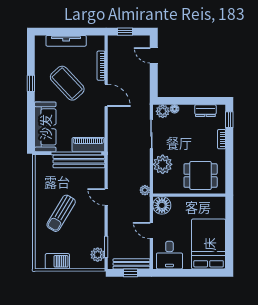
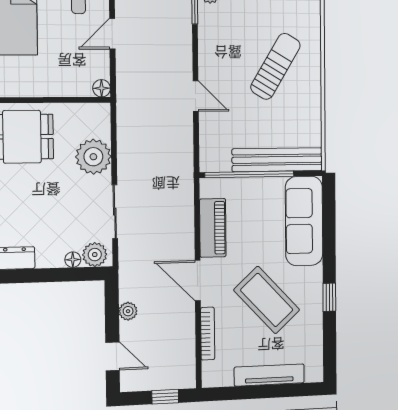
piano: (88, 145) -> (213, 228), moved, turned -90
bench: (79, 161) -> (277, 160), moved
plant: (145, 190) -> (128, 311), moved
floor lamp: (162, 205) -> (102, 88), width x0.53, depth x0.53
door: (151, 231) -> (112, 34), swing flipped

